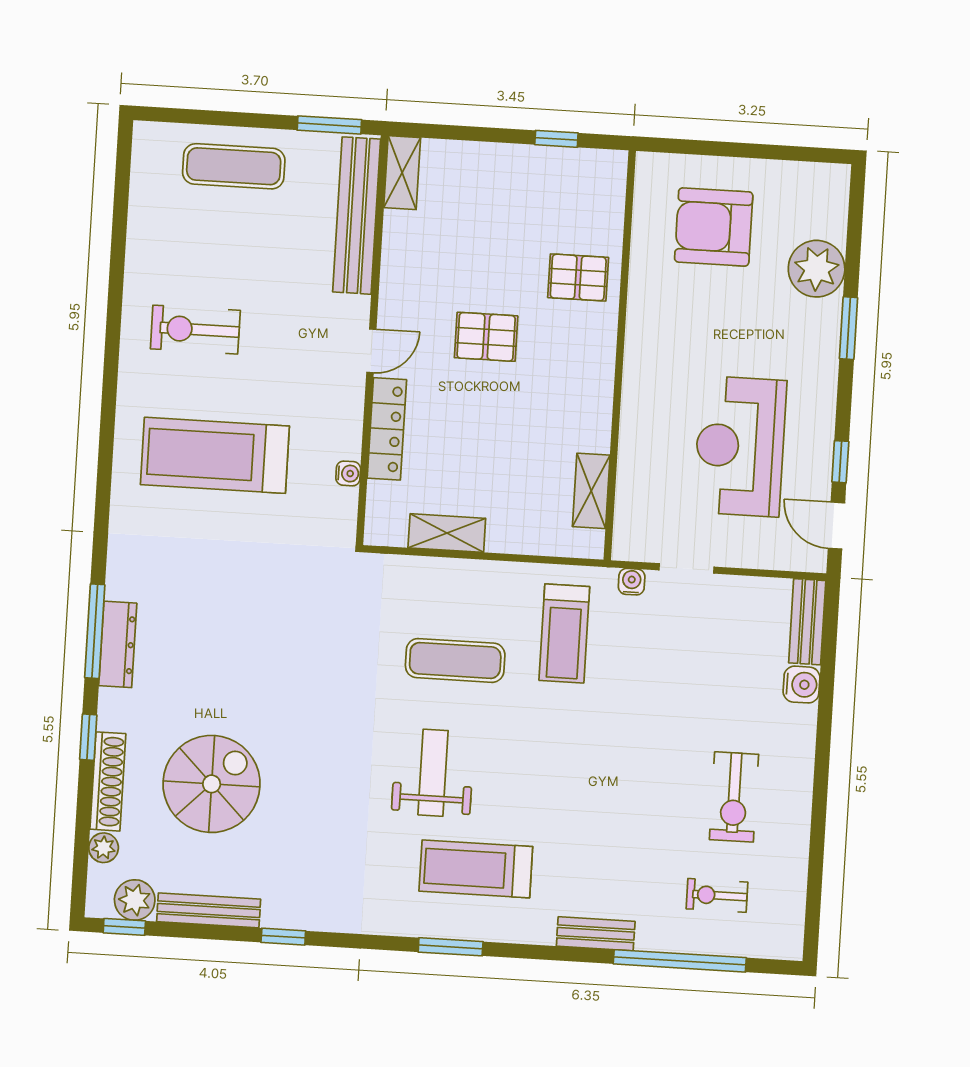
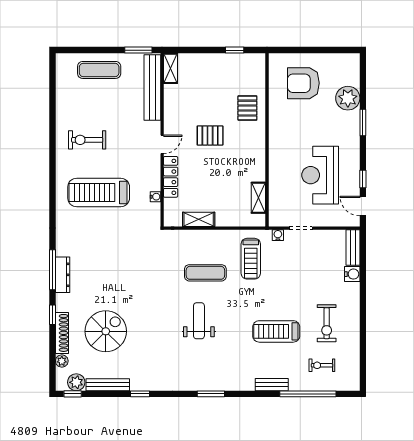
pallet: (578, 277) -> (247, 108), turned 90
treadmill: (476, 869) -> (276, 331), moved

